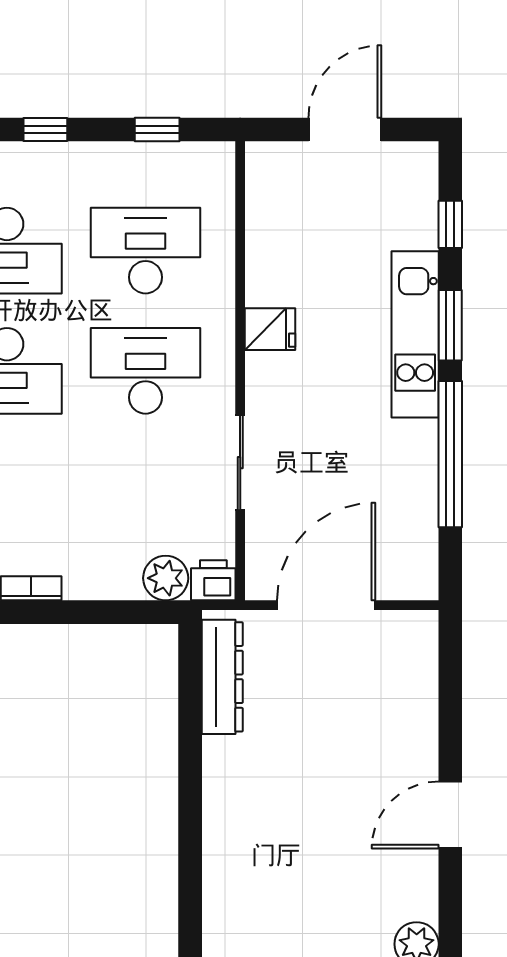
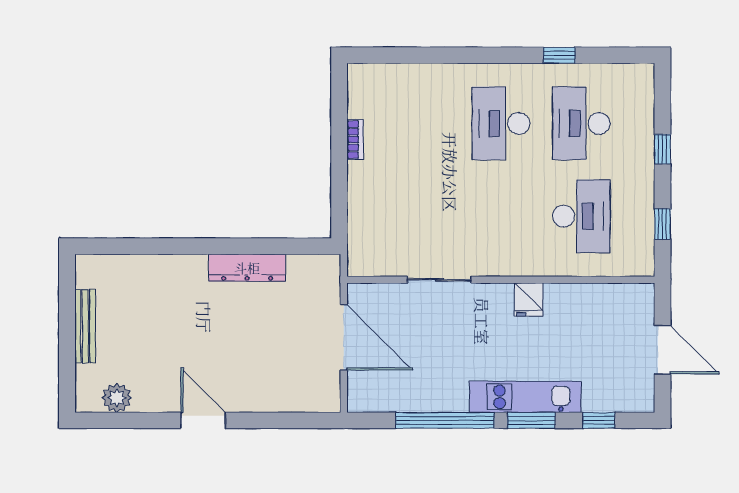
desk: (145, 371) -> (501, 216), removed
plant: (166, 578) -> (362, 230), removed
printer: (213, 580) -> (360, 262), removed
dresser: (222, 677) -> (247, 268), moved

